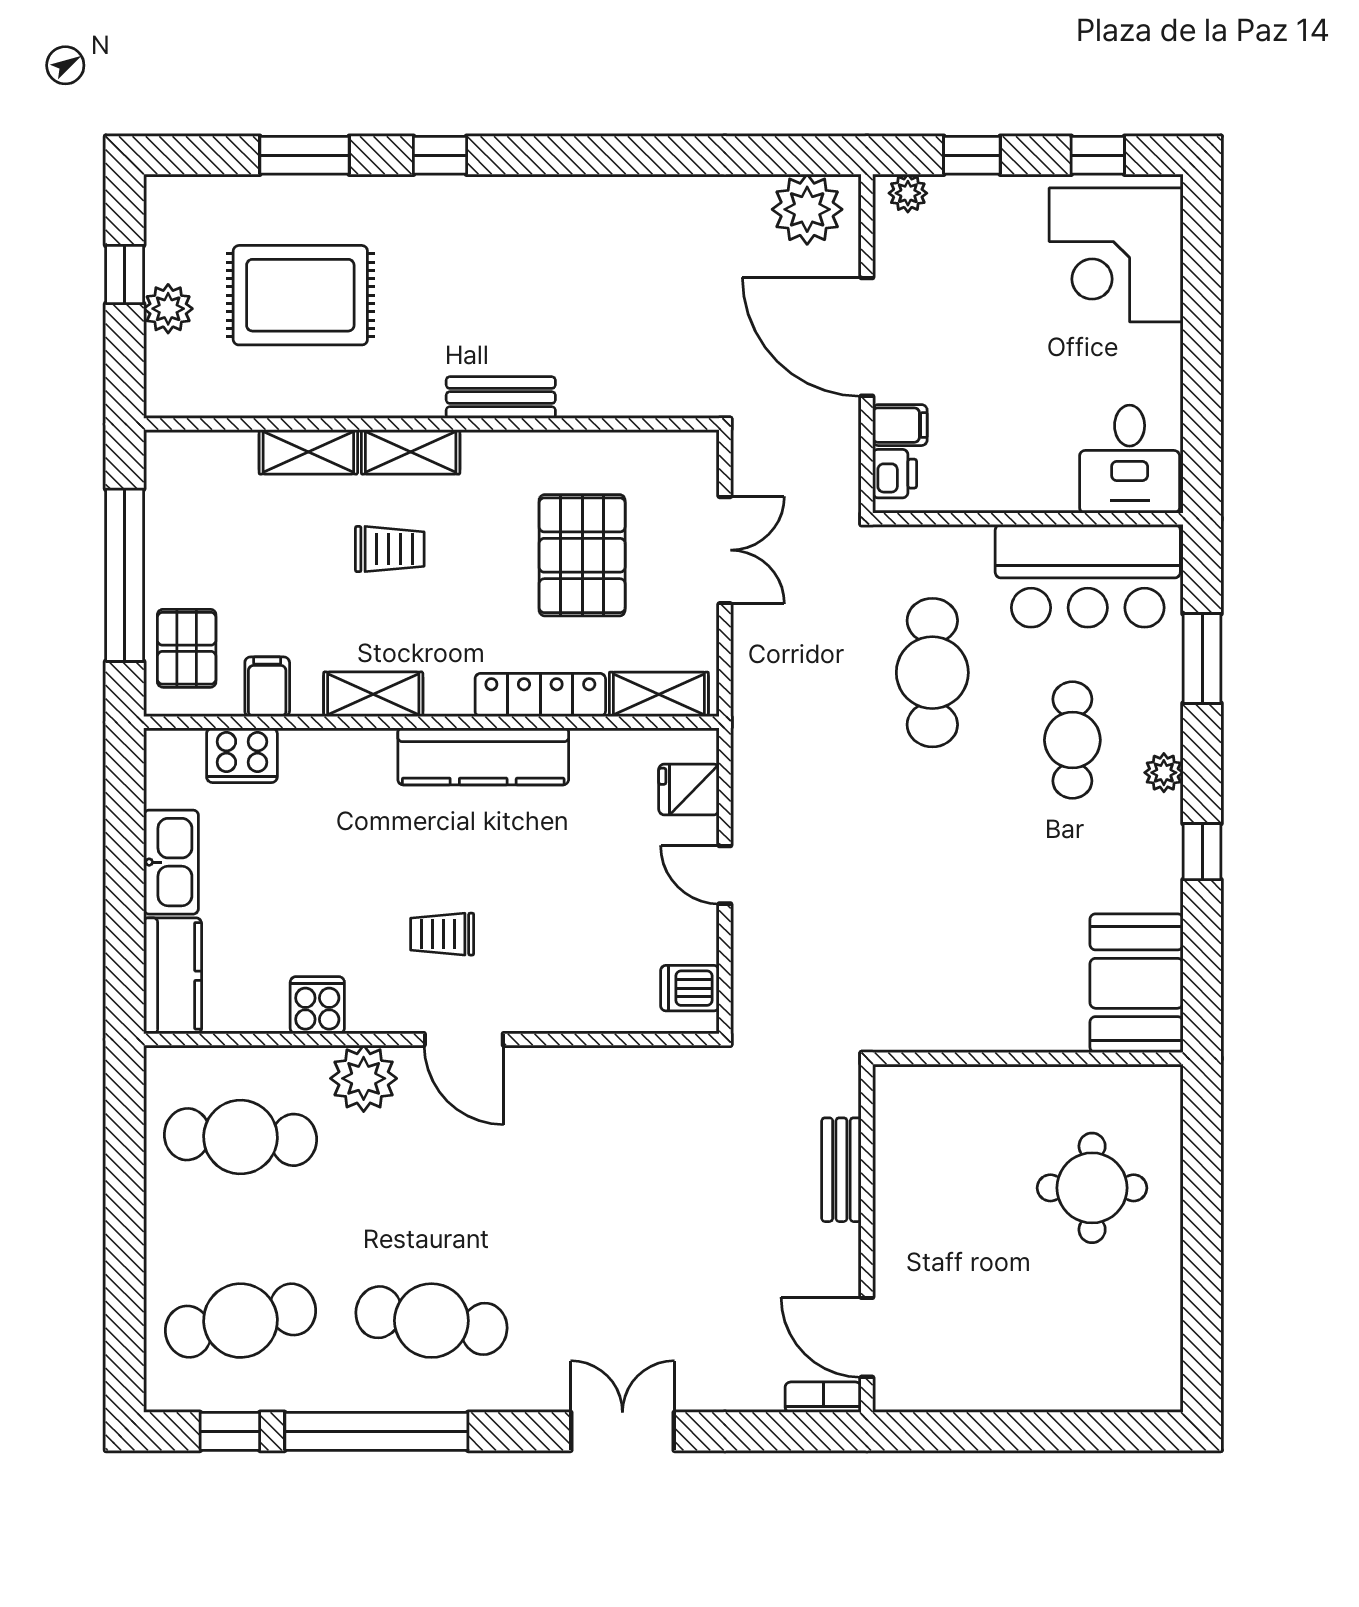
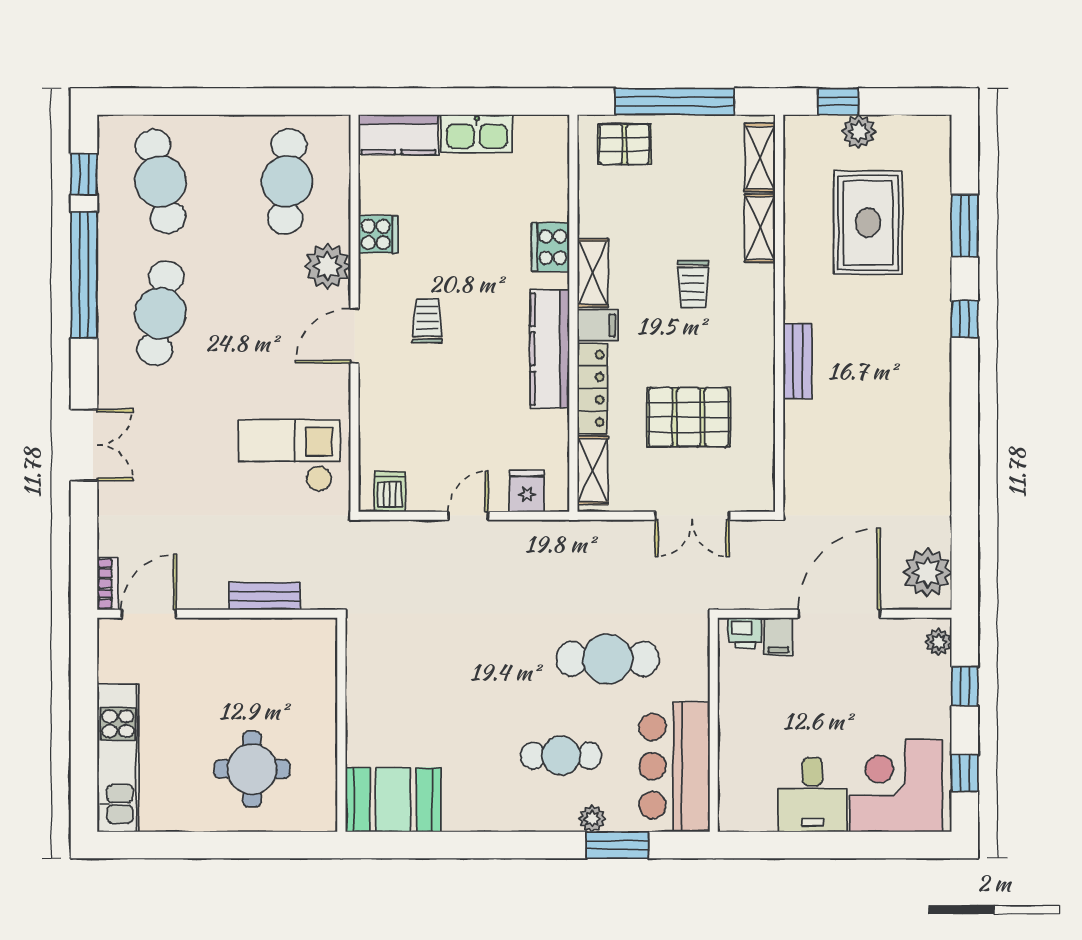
window: (125, 274) -> (838, 102), moved
shelving: (411, 452) -> (760, 158), moved
desk: (1130, 459) -> (813, 795), moved, turned -90
filing cabinet: (267, 687) -> (598, 325), moved
cooker: (242, 755) -> (551, 247), moved
plant: (1164, 773) -> (592, 819), moved
window: (1202, 852) -> (484, 845), removed
checkout: (638, 1134) -> (290, 456), added
kitchen unit: (1076, 1382) -> (118, 758), added

